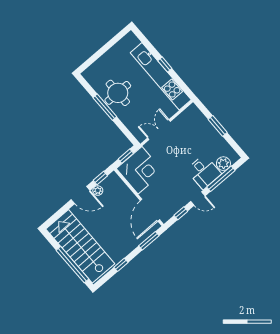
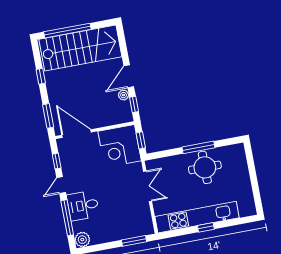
window: (218, 126) -> (134, 241), moved
plant: (223, 164) -> (82, 240), moved

